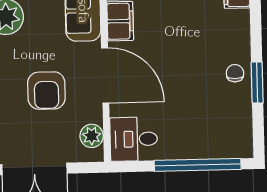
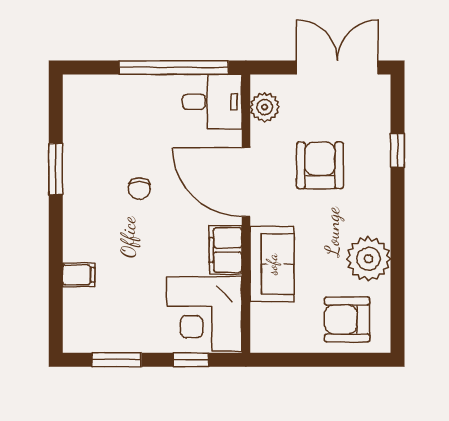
chair: (235, 73) -> (139, 189), moved
window: (198, 165) -> (174, 68), moved

